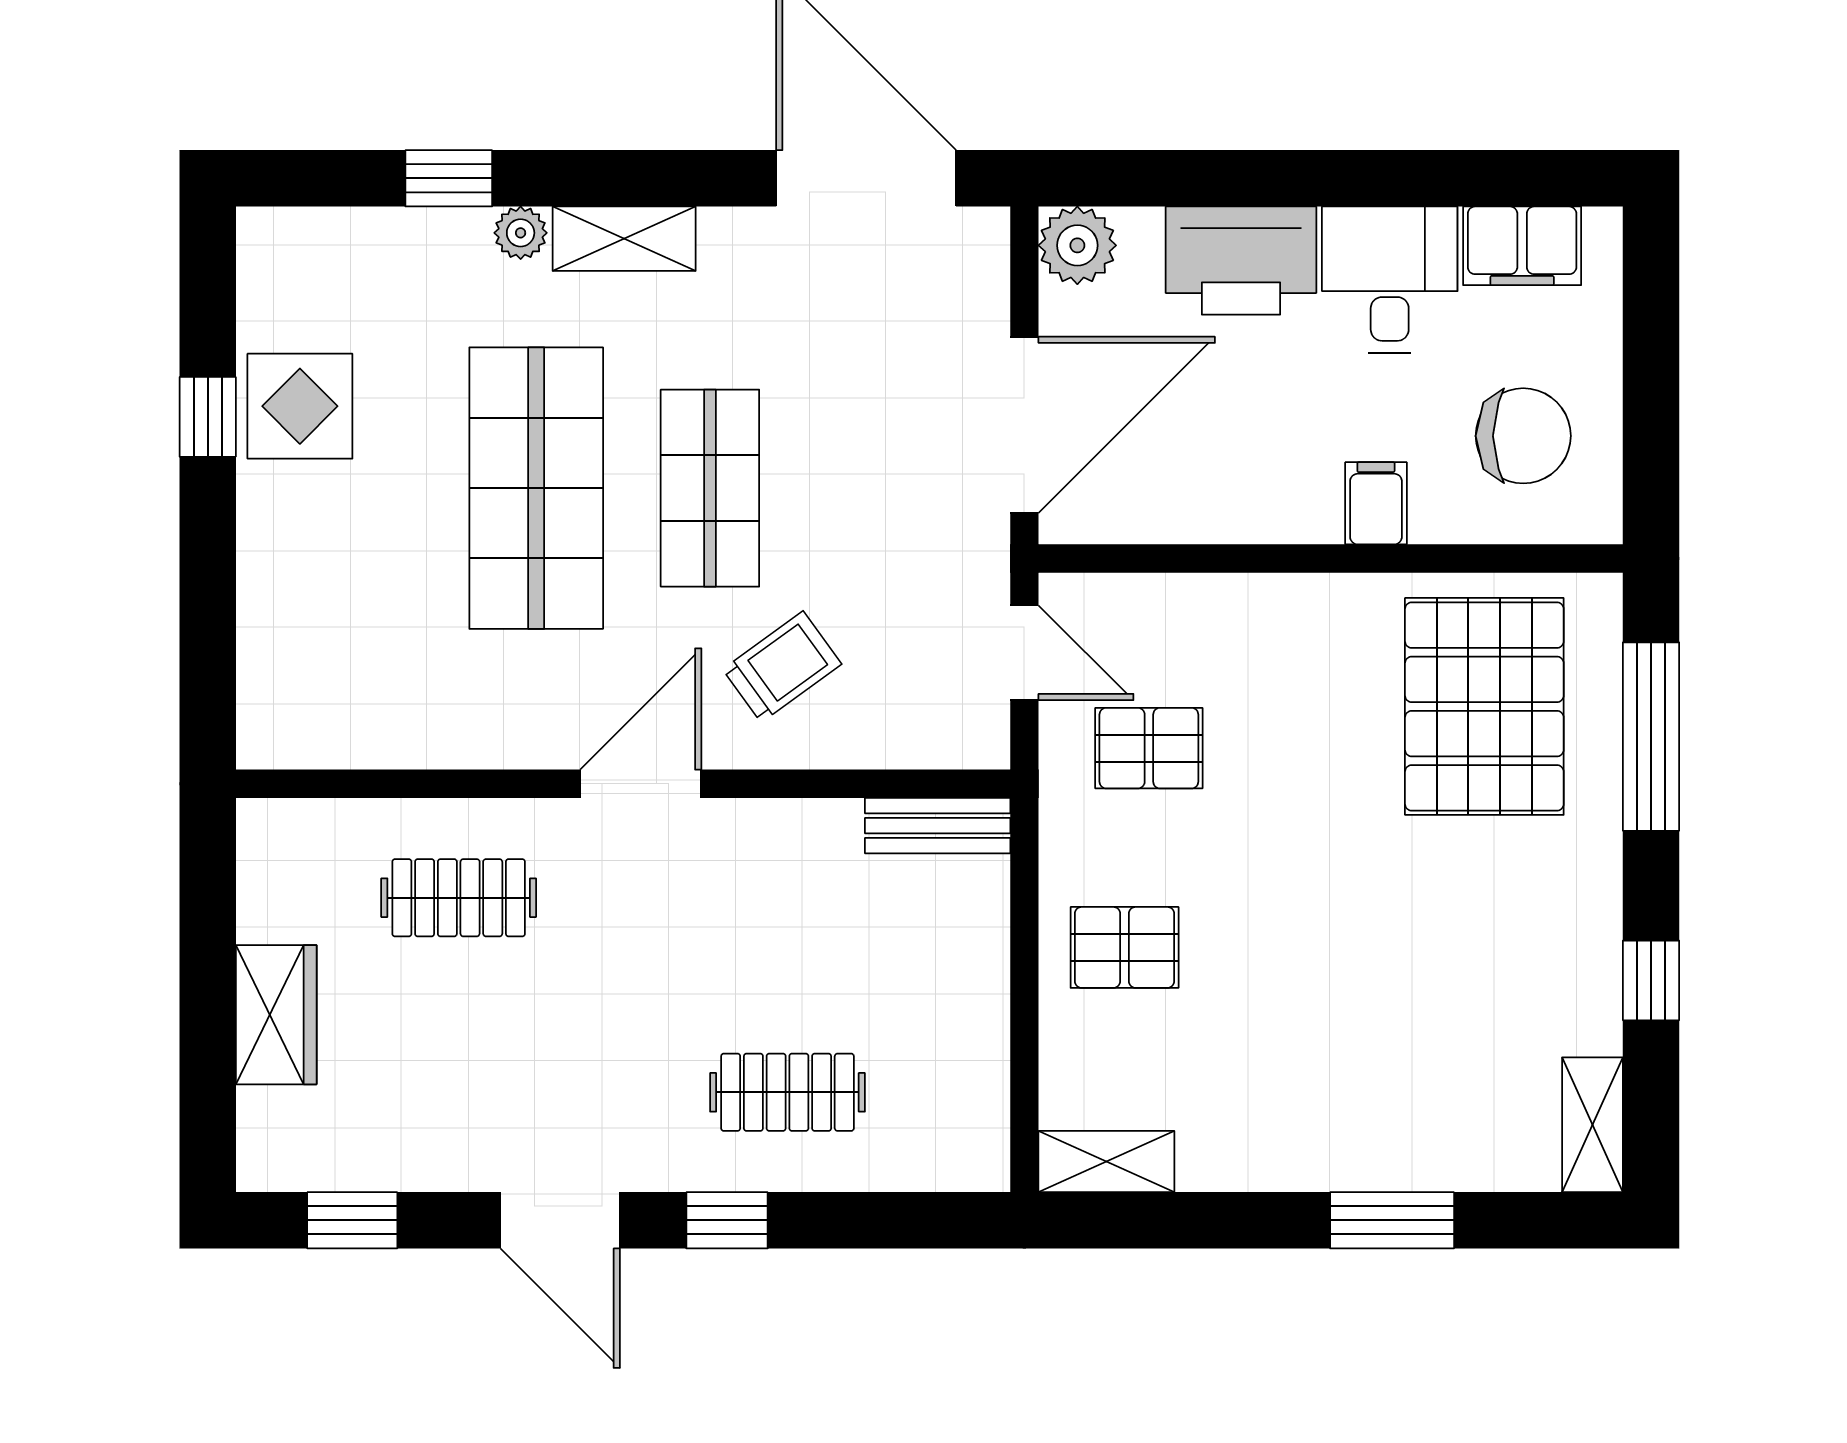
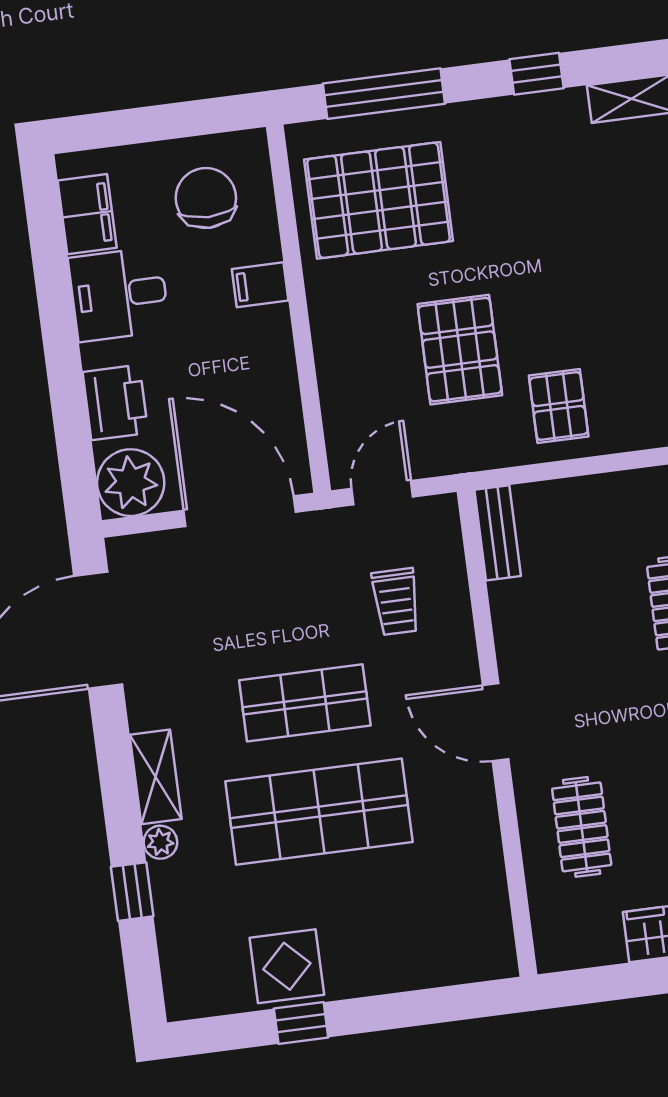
plant: (1077, 245) -> (131, 483), width x1.36, depth x1.36
printer: (1241, 261) -> (115, 402), width x0.73, depth x0.84
trolley: (782, 667) -> (396, 602), moved, turned -144
pallet: (1149, 748) -> (460, 350), moved, width x1.50, depth x1.42

